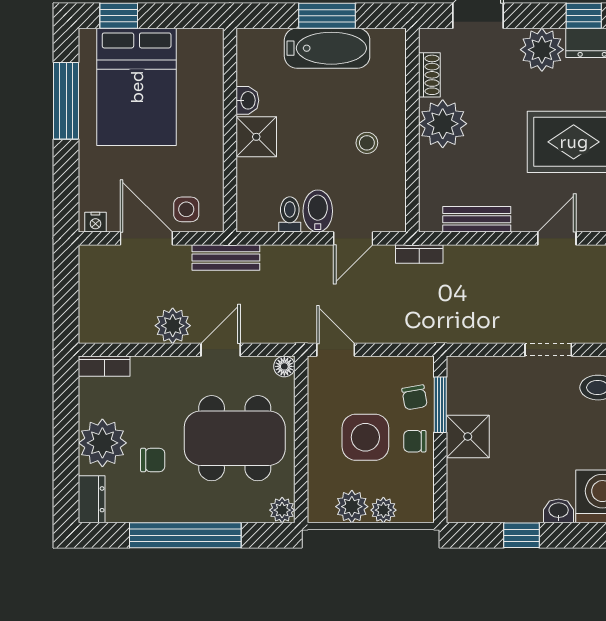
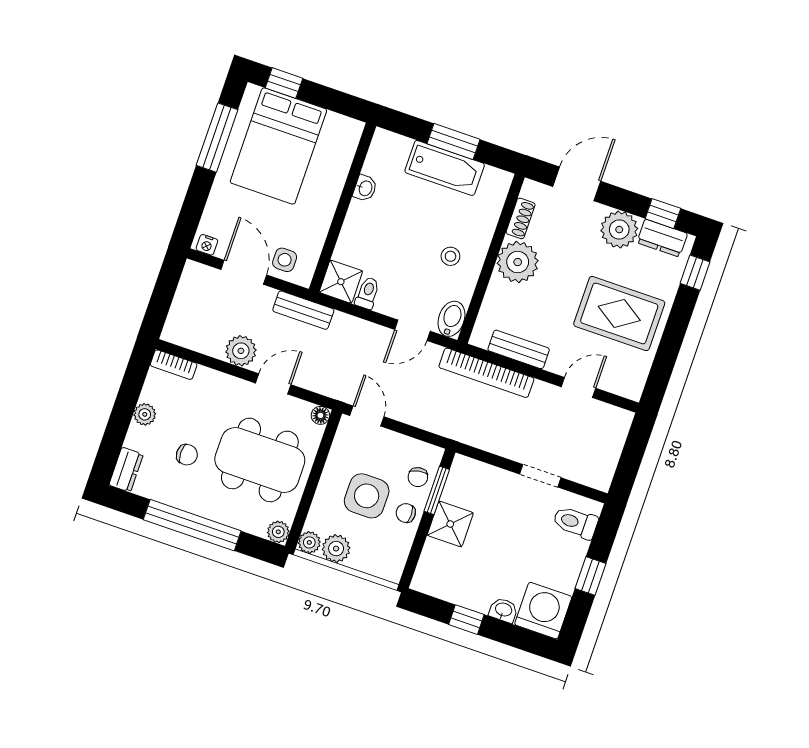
shower: (256, 137) -> (341, 282), moved
bidet: (318, 211) -> (451, 319), moved
bookcase: (419, 254) -> (486, 373), width x2.31, depth x1.31
plant: (102, 443) -> (145, 414), width x0.53, depth x0.53
plant: (383, 510) -> (309, 542), moved

